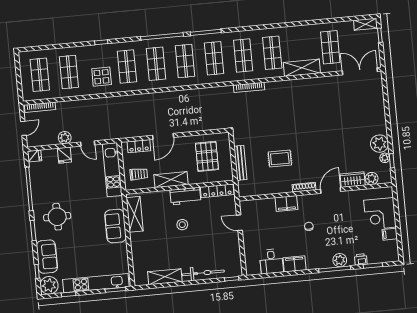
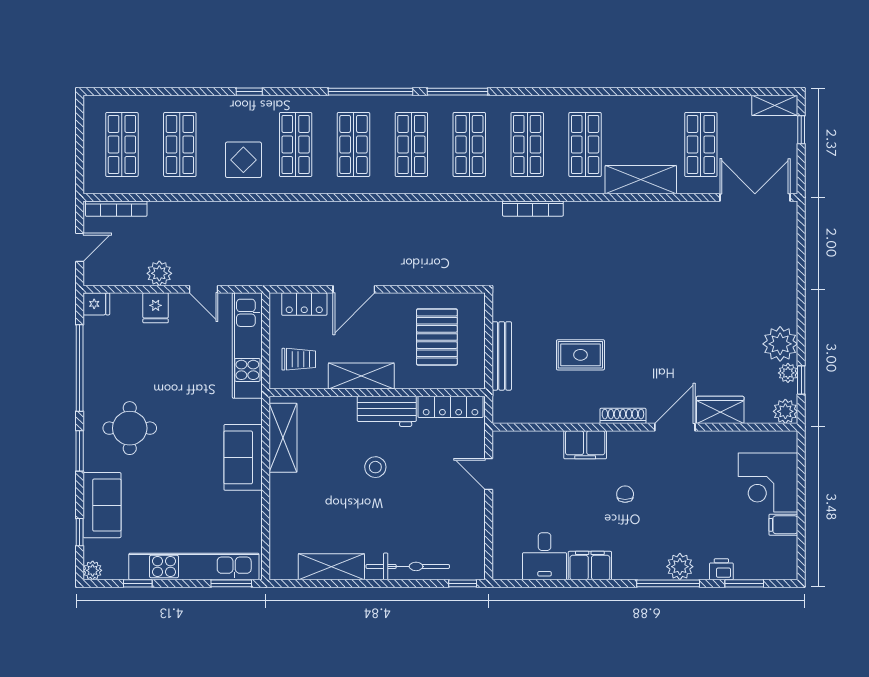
plant: (372, 179) -> (785, 411), moved
plant: (49, 285) -> (93, 570), width x0.53, depth x0.53

